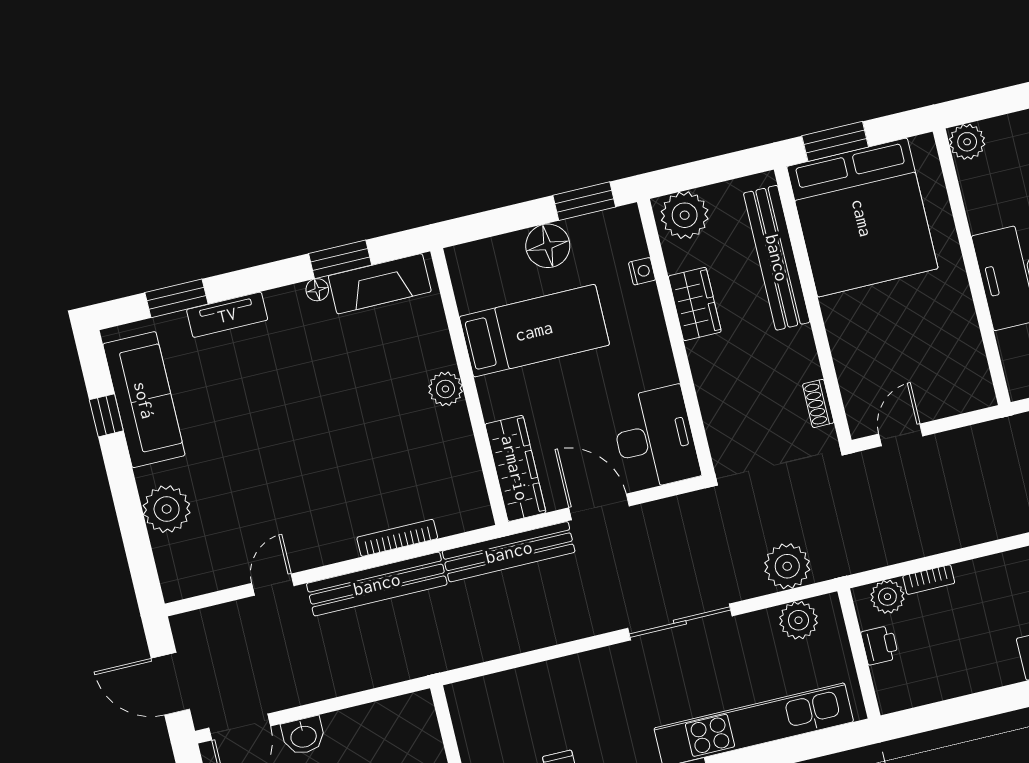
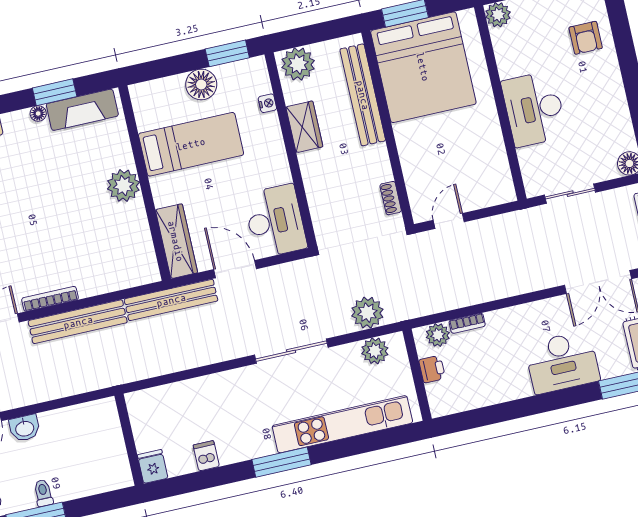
plant: (445, 389) -> (123, 186), width x1.36, depth x1.36
bookcase: (397, 538) -> (50, 299), moved

